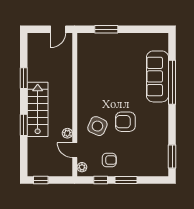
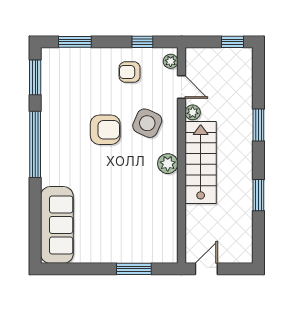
sofa: (158, 76) -> (57, 225), moved
window: (172, 82) -> (35, 144), moved
plant: (84, 99) -> (168, 164), added
stairs: (38, 109) -> (201, 162), moved, turned 180
window: (126, 180) -> (75, 42), moved

